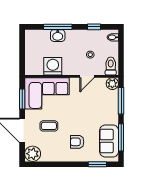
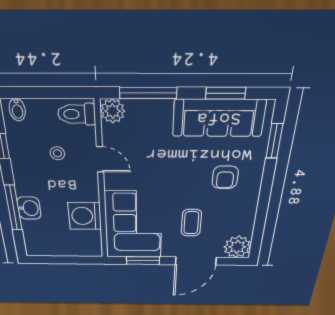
window: (121, 137) -> (226, 93), width x0.69
sofa: (109, 141) -> (219, 118), width x1.36

